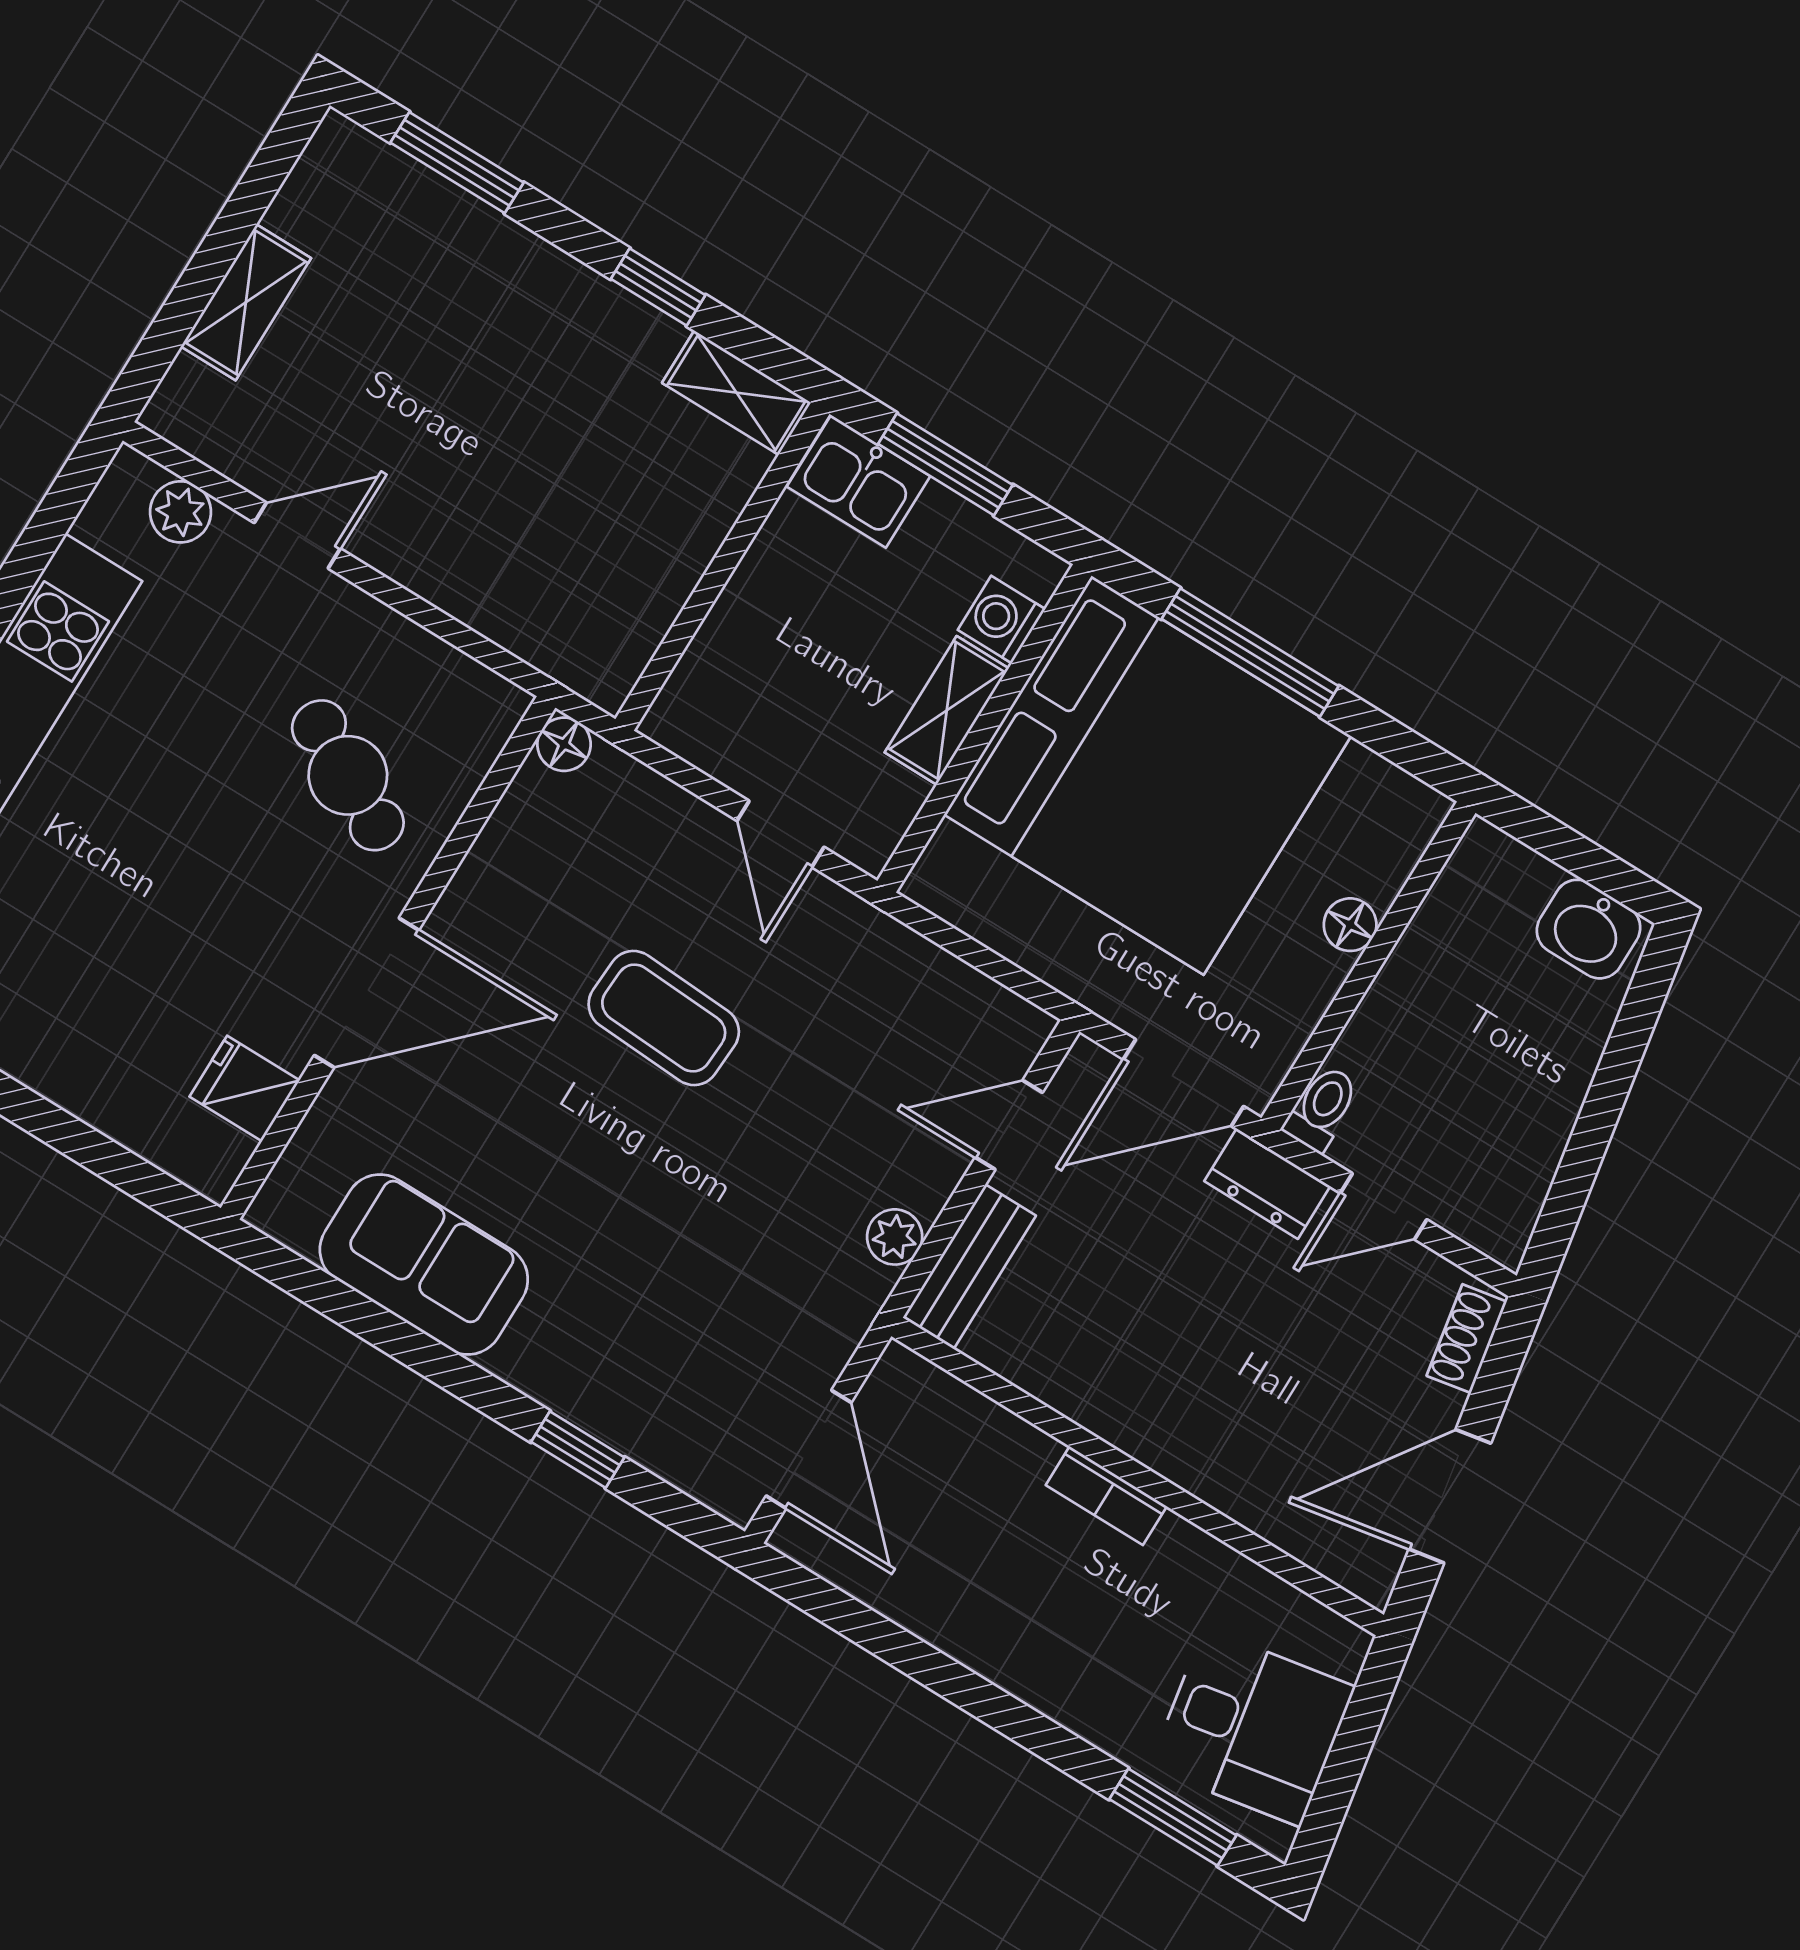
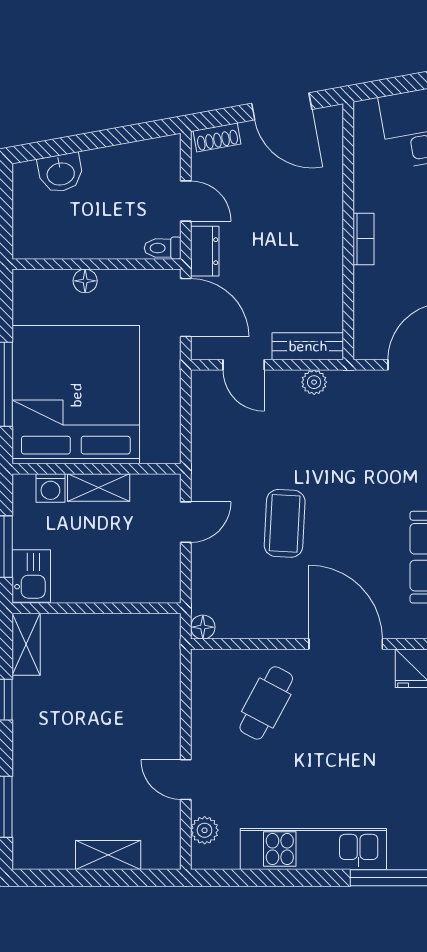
washbasin: (1588, 929) -> (61, 173), moved, turned 80

